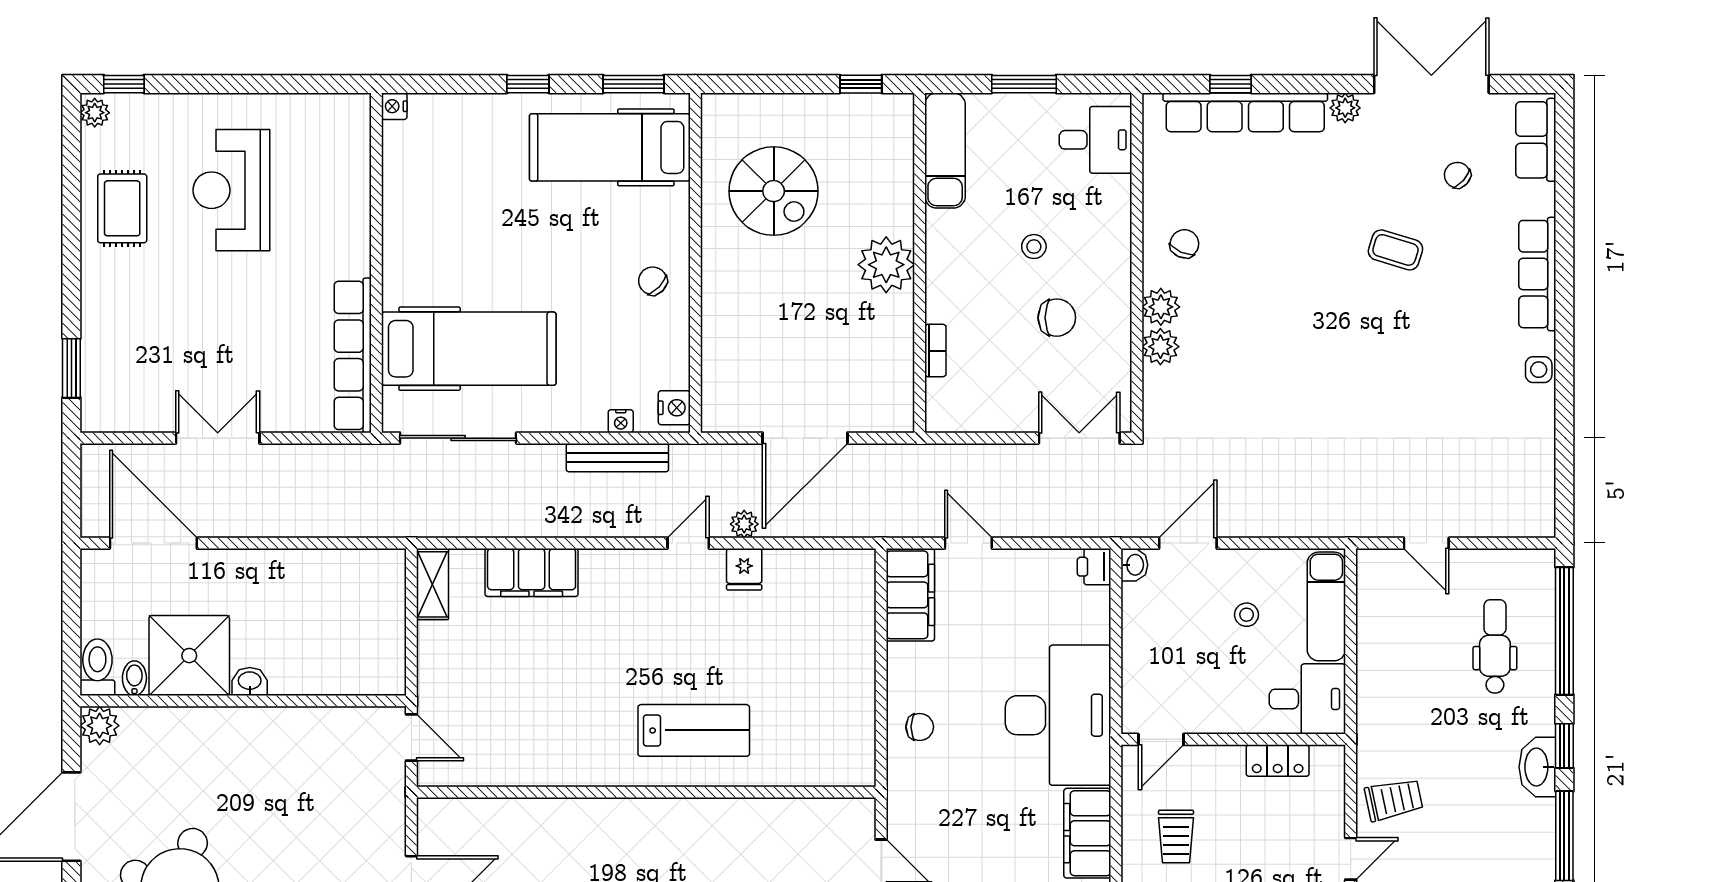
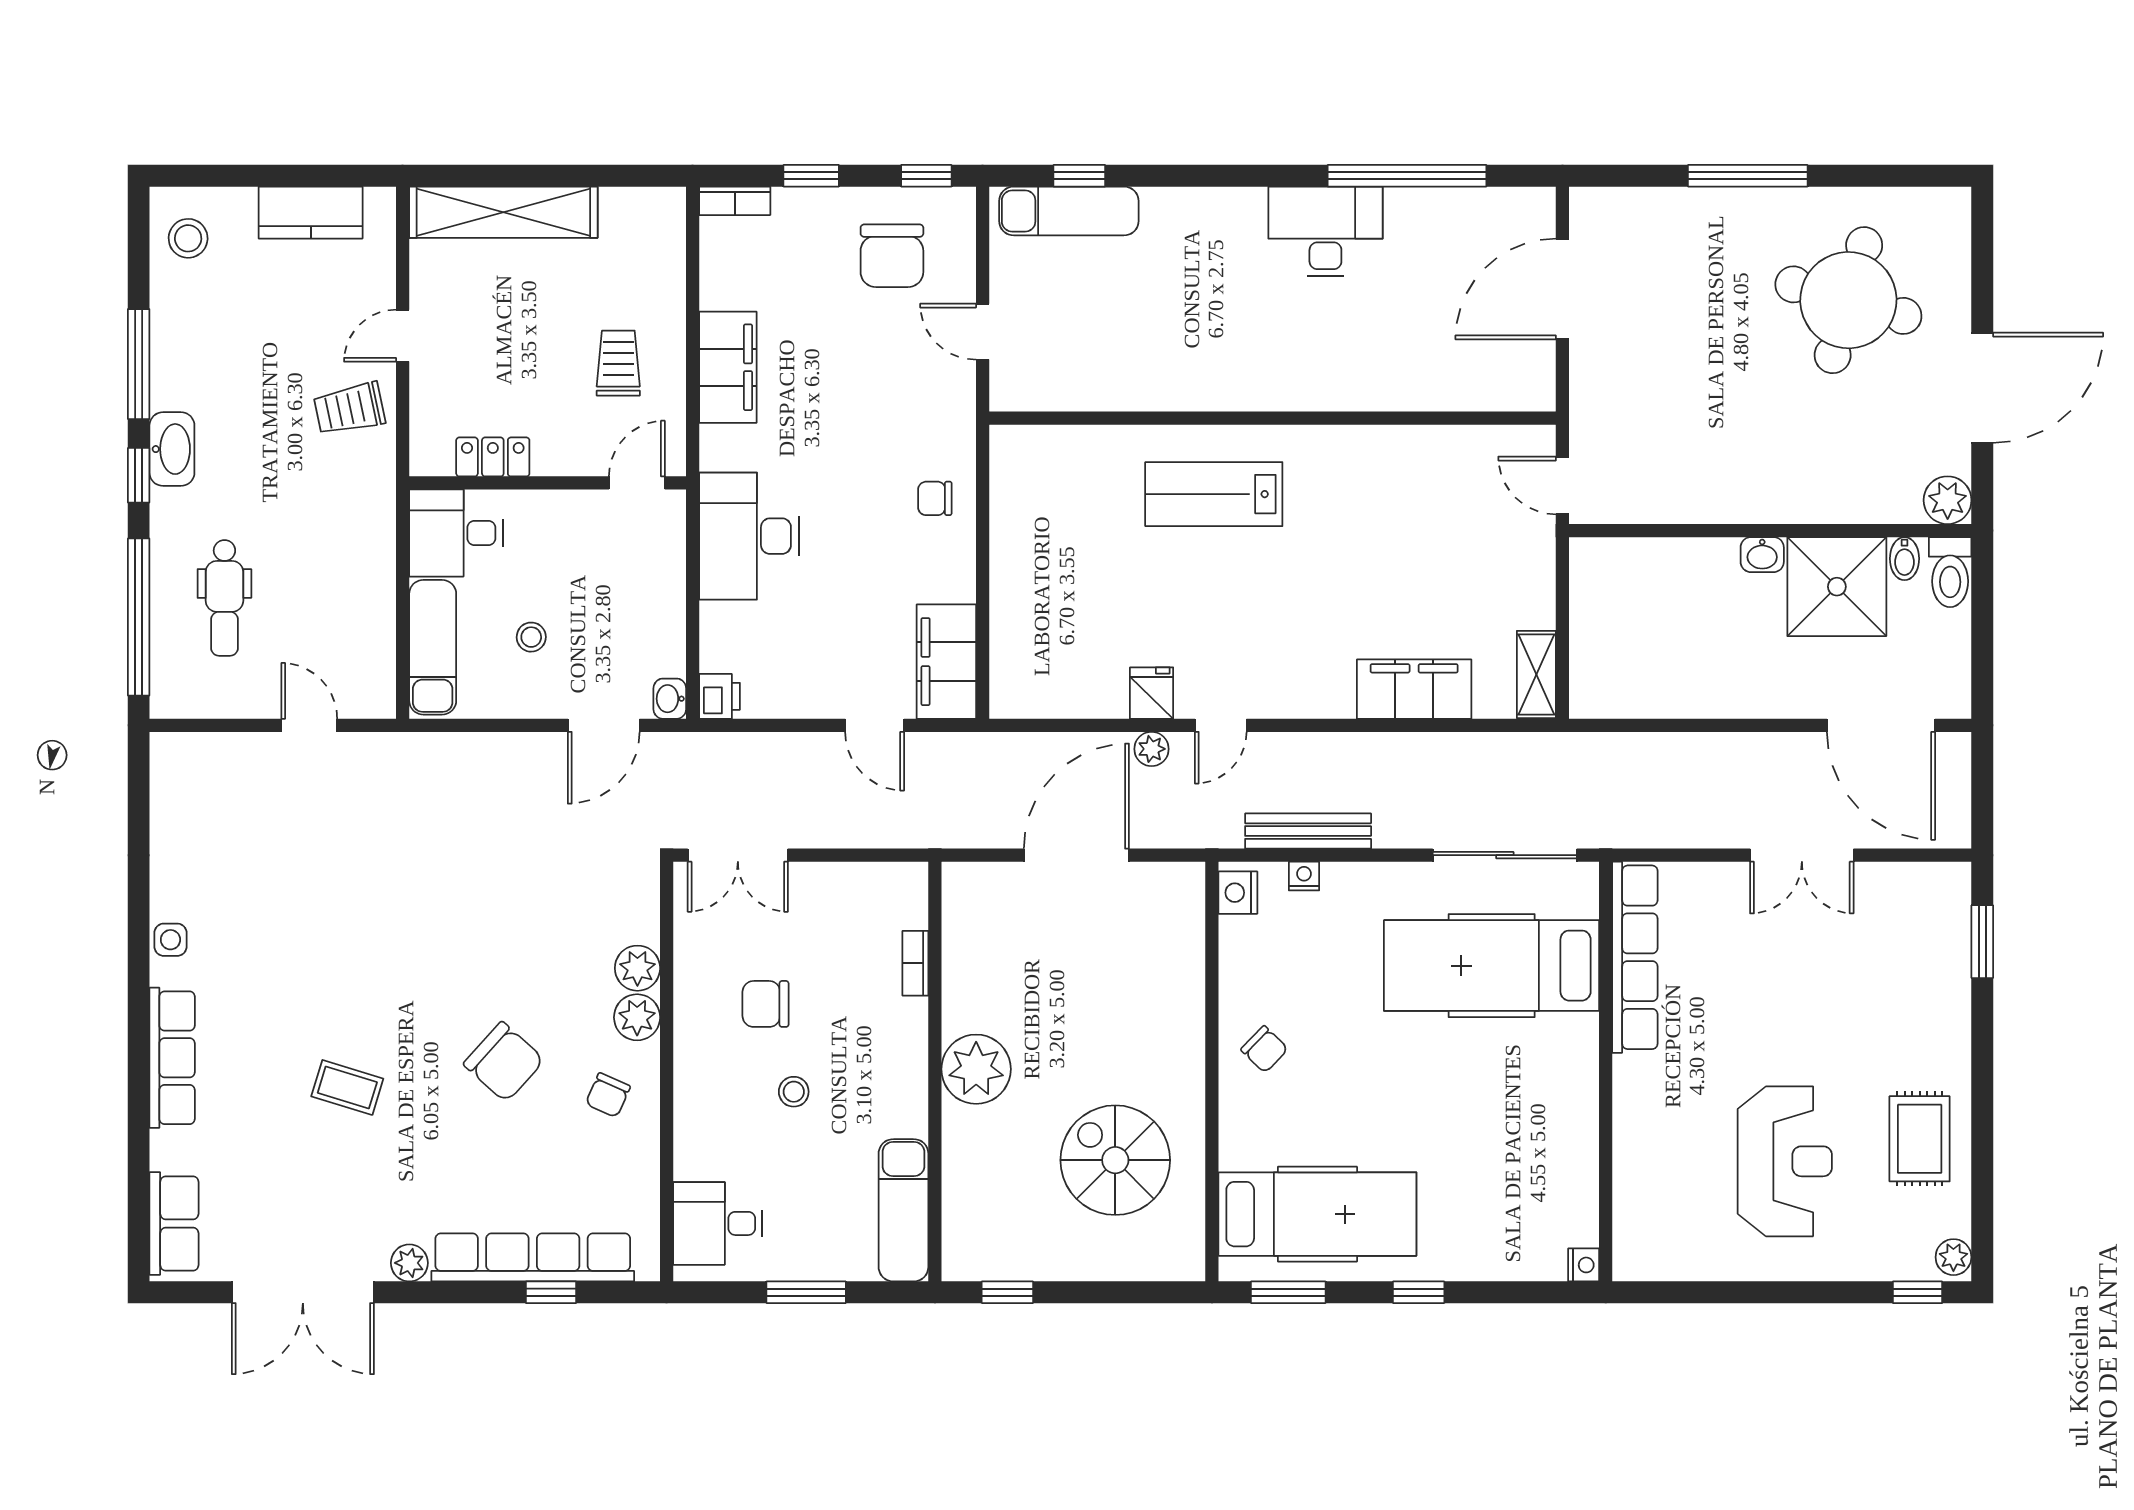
chair: (1457, 175) -> (504, 1062), moved, width x1.87, depth x1.87
desk: (1058, 715) -> (749, 536), width x0.73, depth x0.77

